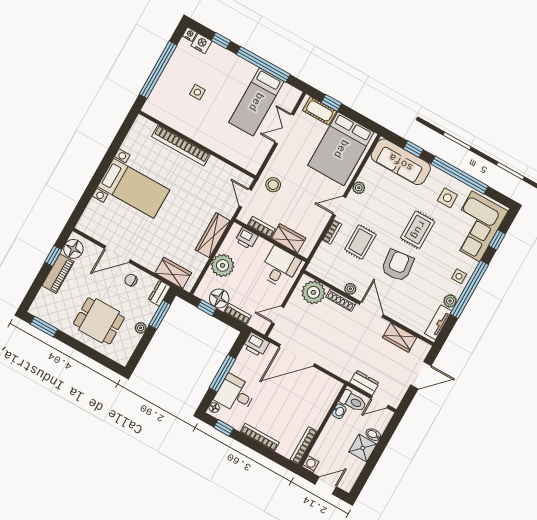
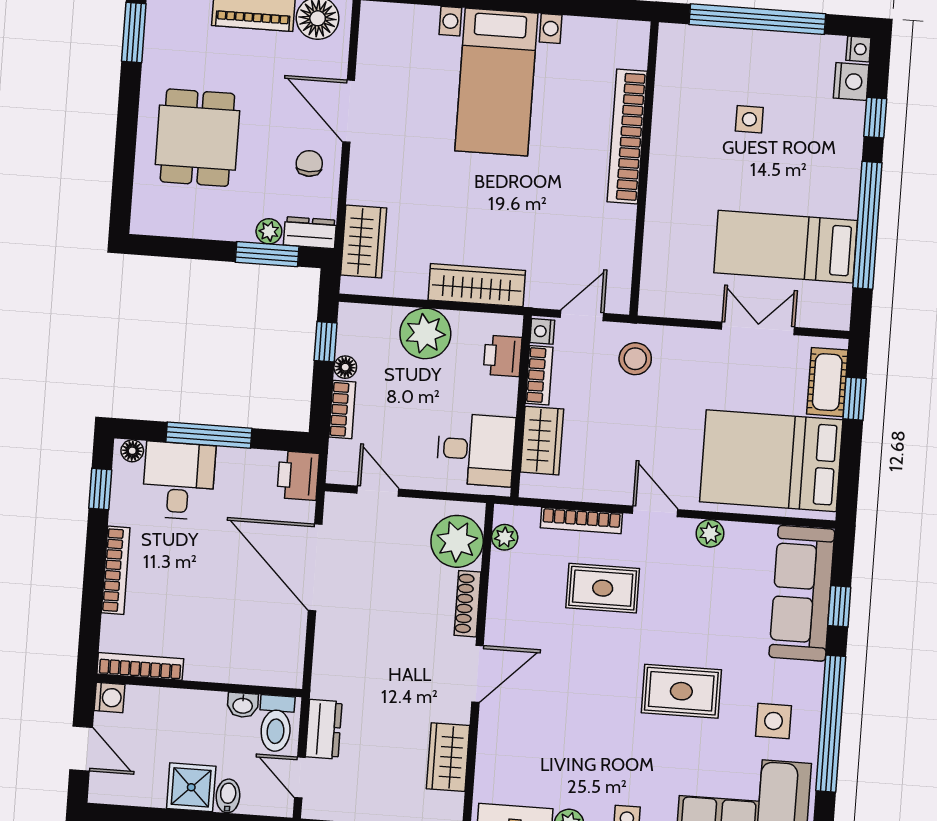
nightstand: (244, 217) -> (542, 331), added
bookcase: (332, 232) -> (581, 520), width x1.56
armchair: (398, 266) -> (590, 685), removed
plant: (350, 289) -> (505, 537), moved
floor lamp: (219, 298) -> (345, 367), width x0.53, depth x0.53
plant: (141, 328) -> (269, 231), moved

